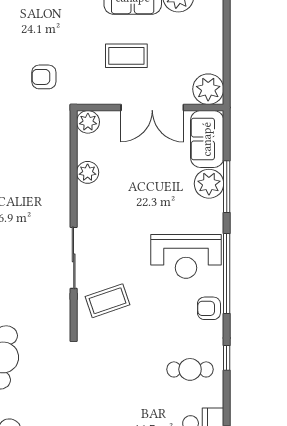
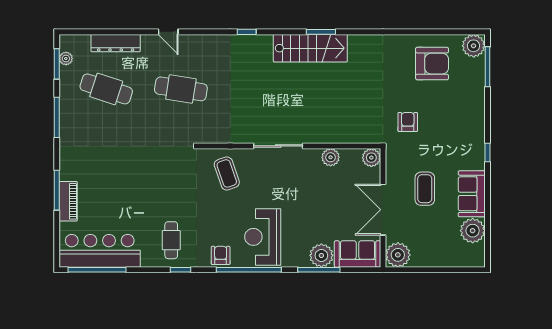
sliding door: (74, 258) -> (278, 146), moved

